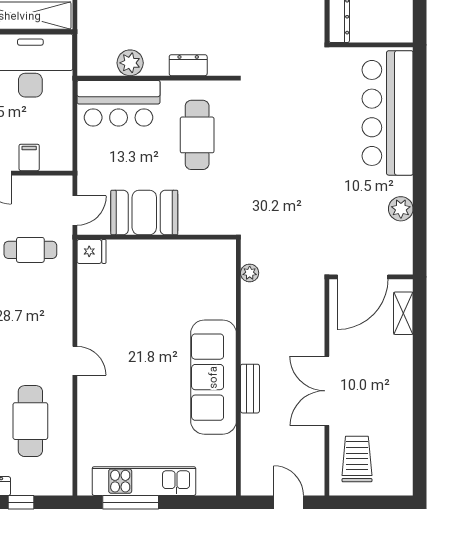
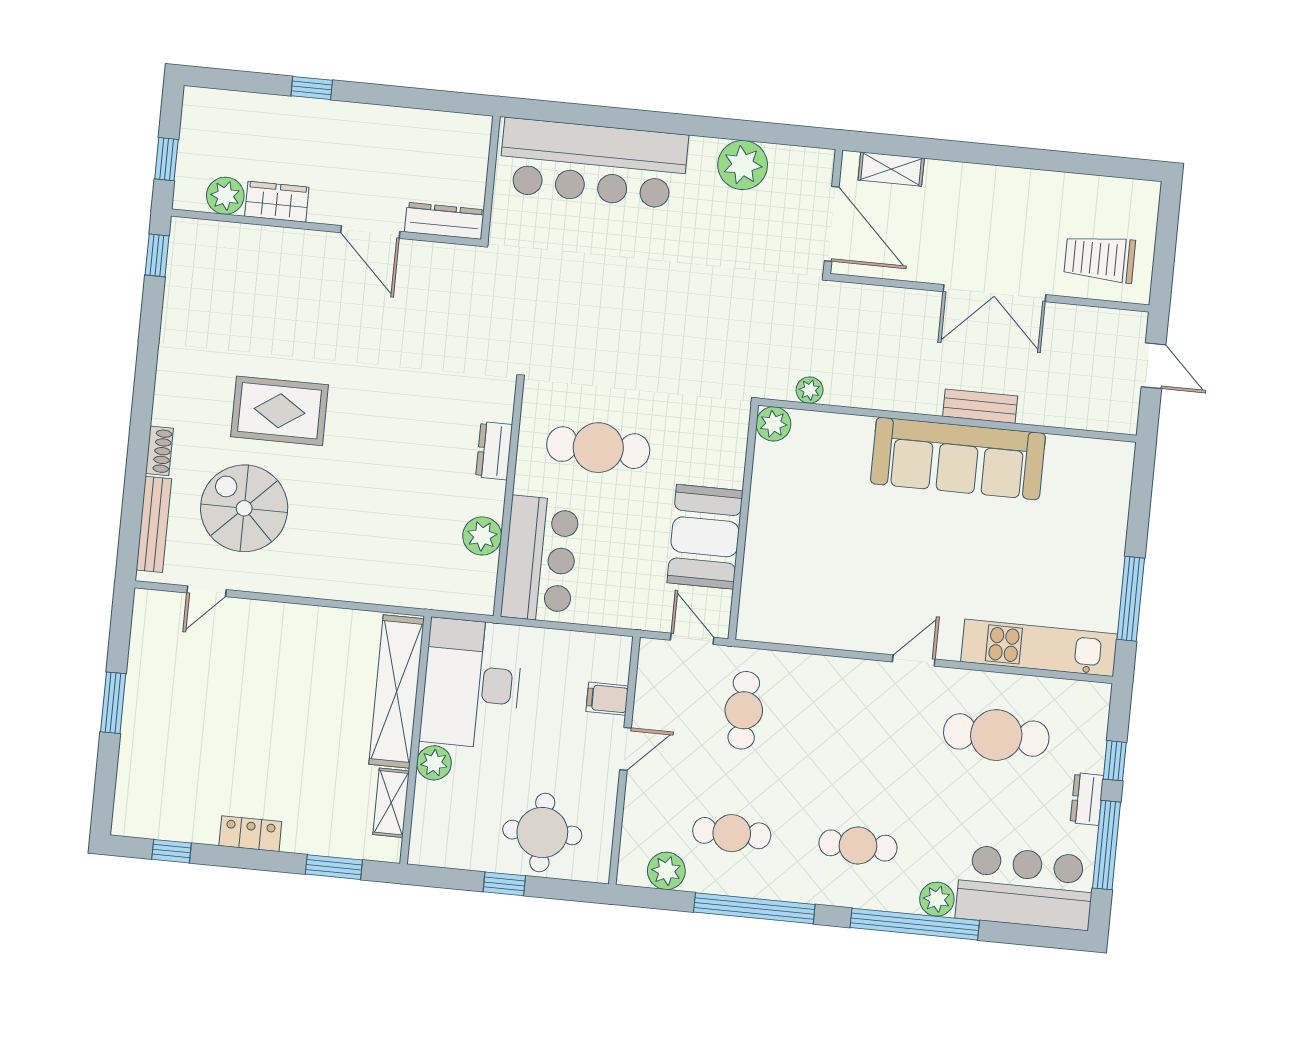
plant: (401, 209) -> (743, 165), width x1.36, depth x1.36
fridge: (92, 251) -> (755, 620), removed
plant: (225, 251) -> (773, 424), added
kitchen unit: (144, 481) -> (1039, 648), moved, turned 90
door: (289, 502) -> (1154, 366), swing flipped

